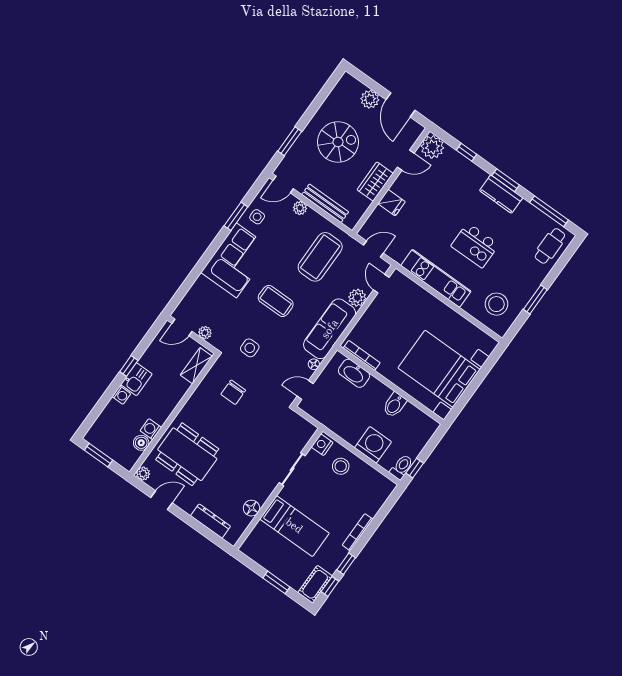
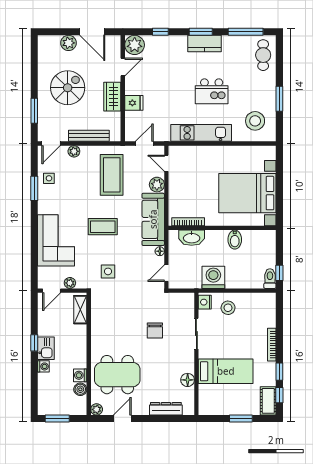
corner sofa: (236, 260) -> (56, 240), moved
chair: (233, 392) -> (155, 331), moved
washing machine: (373, 445) -> (213, 277), moved

